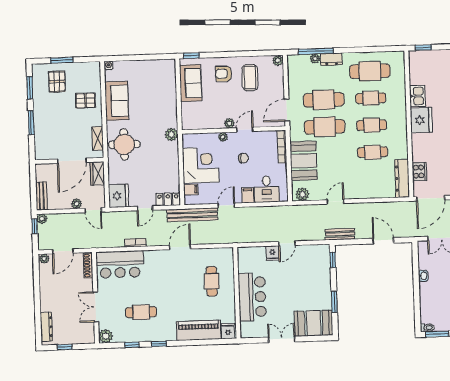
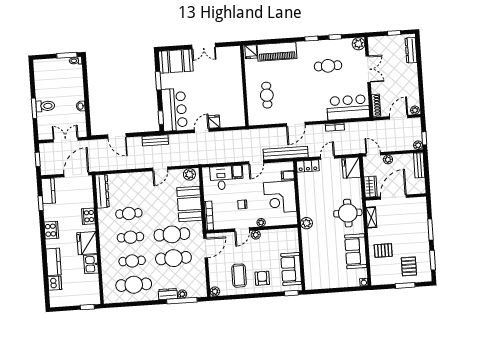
armchair: (224, 74) -> (262, 278), turned -90
cooker: (419, 172) -> (88, 216), moved
bar counter: (252, 297) -> (174, 110), moved, turned 180

